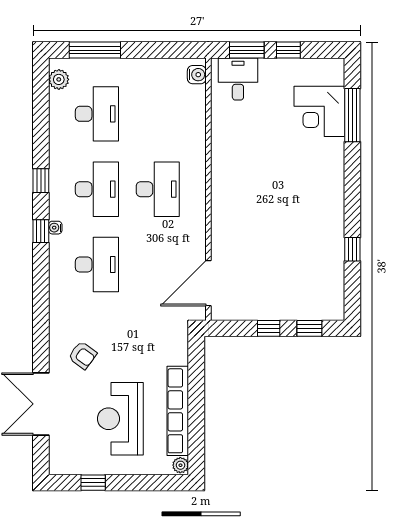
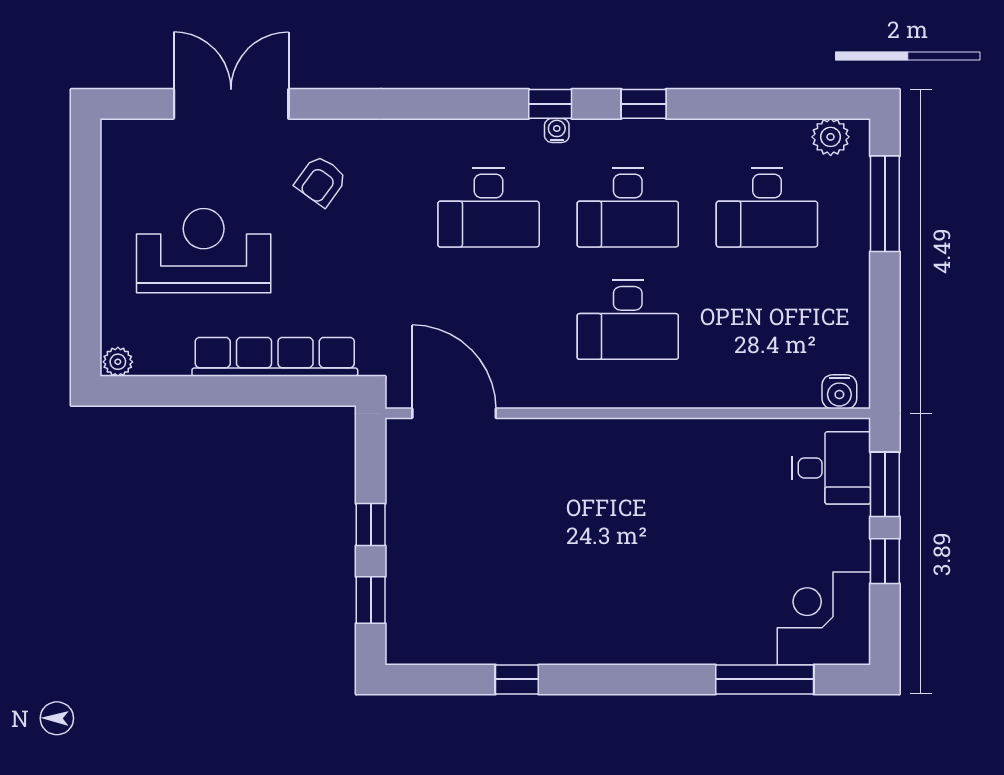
corner desk: (319, 111) -> (824, 618), moved
row of seats: (178, 411) -> (275, 357), moved
window: (93, 483) -> (86, 200), removed

